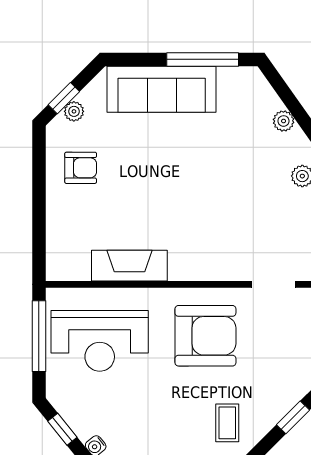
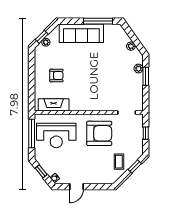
armchair: (81, 168) -> (56, 75), moved
fireplace: (129, 266) -> (54, 105), moved
coffee table: (227, 423) -> (119, 162), moved

